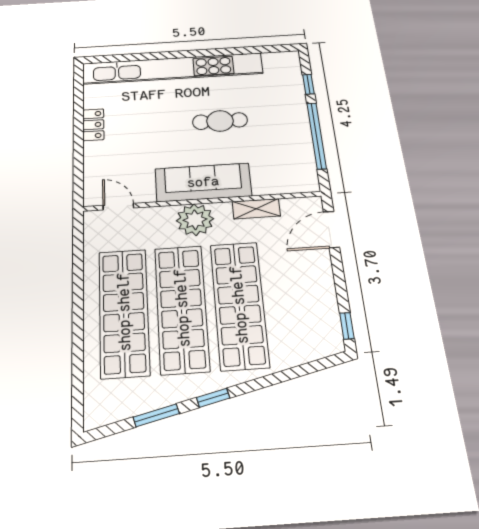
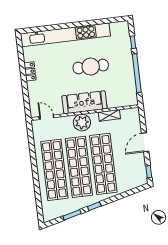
cafe table: (220, 121) -> (91, 67), width x1.37, depth x1.35
door: (332, 229) -> (145, 142), moved

